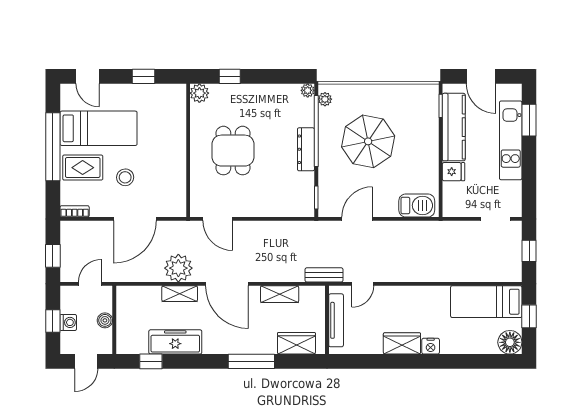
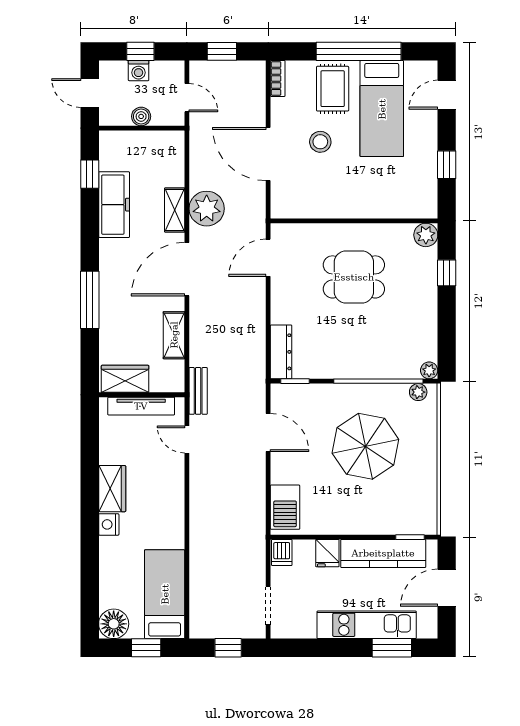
dresser: (306, 149) -> (281, 352), moved, turned 90
dishwasher: (453, 208) -> (282, 552), added
wardrobe: (296, 343) -> (125, 379), moved, turned -90

